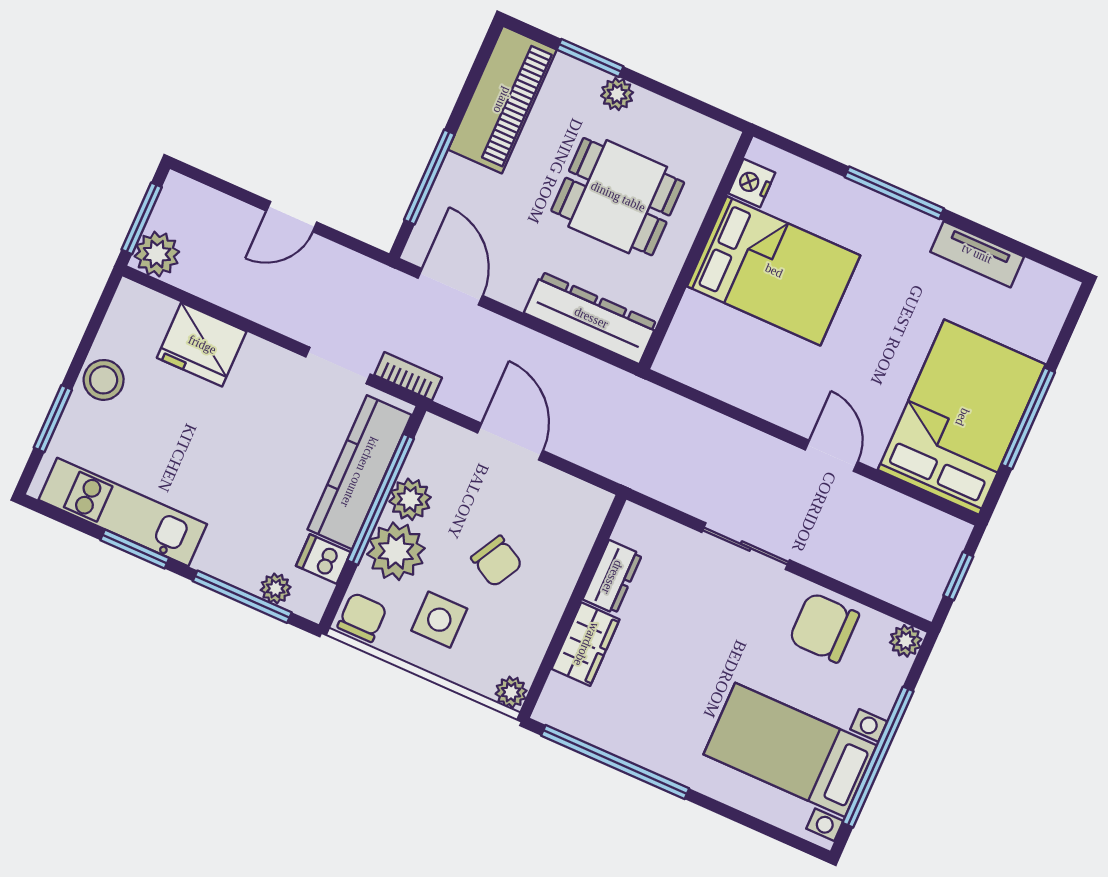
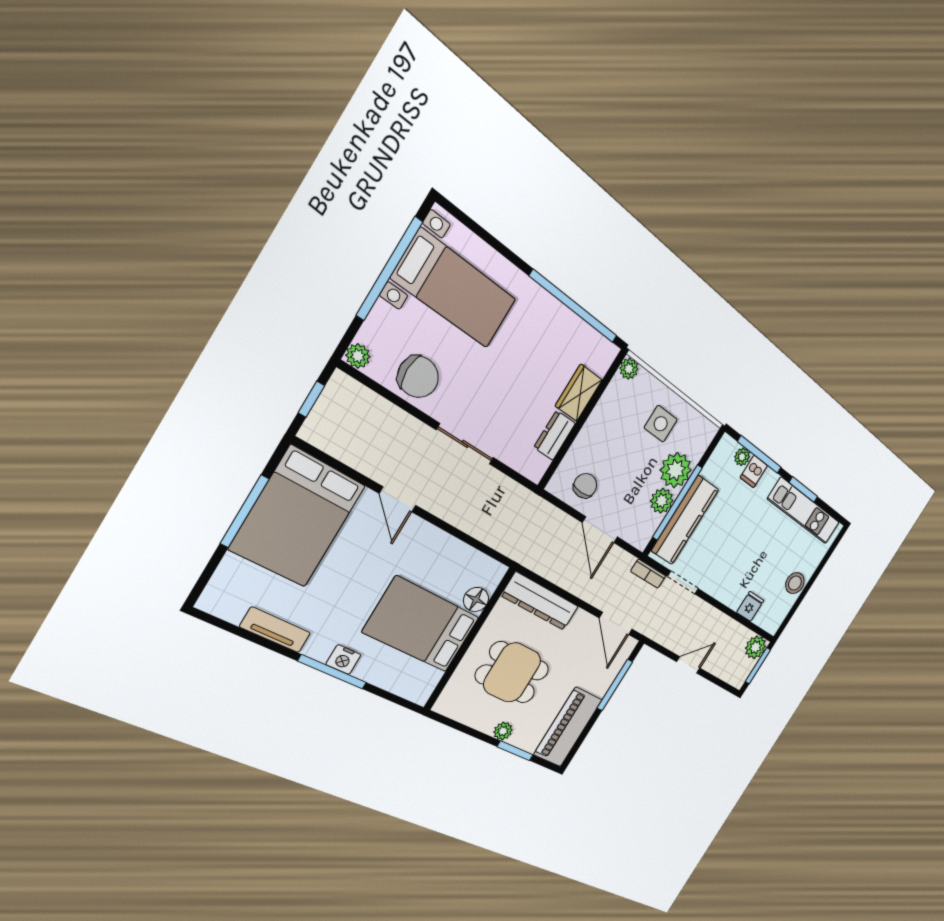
nightstand: (752, 183) -> (343, 660), moved, turned 90
floor lamp: (695, 315) -> (476, 600), added
fridge: (202, 345) -> (750, 606), width x0.53, depth x0.75
window: (53, 419) -> (822, 565), removed
dishwasher: (323, 559) -> (754, 471), moved, turned 90
chair: (497, 561) -> (585, 486), moved, turned 61
chair: (362, 617) -> (702, 432), removed

